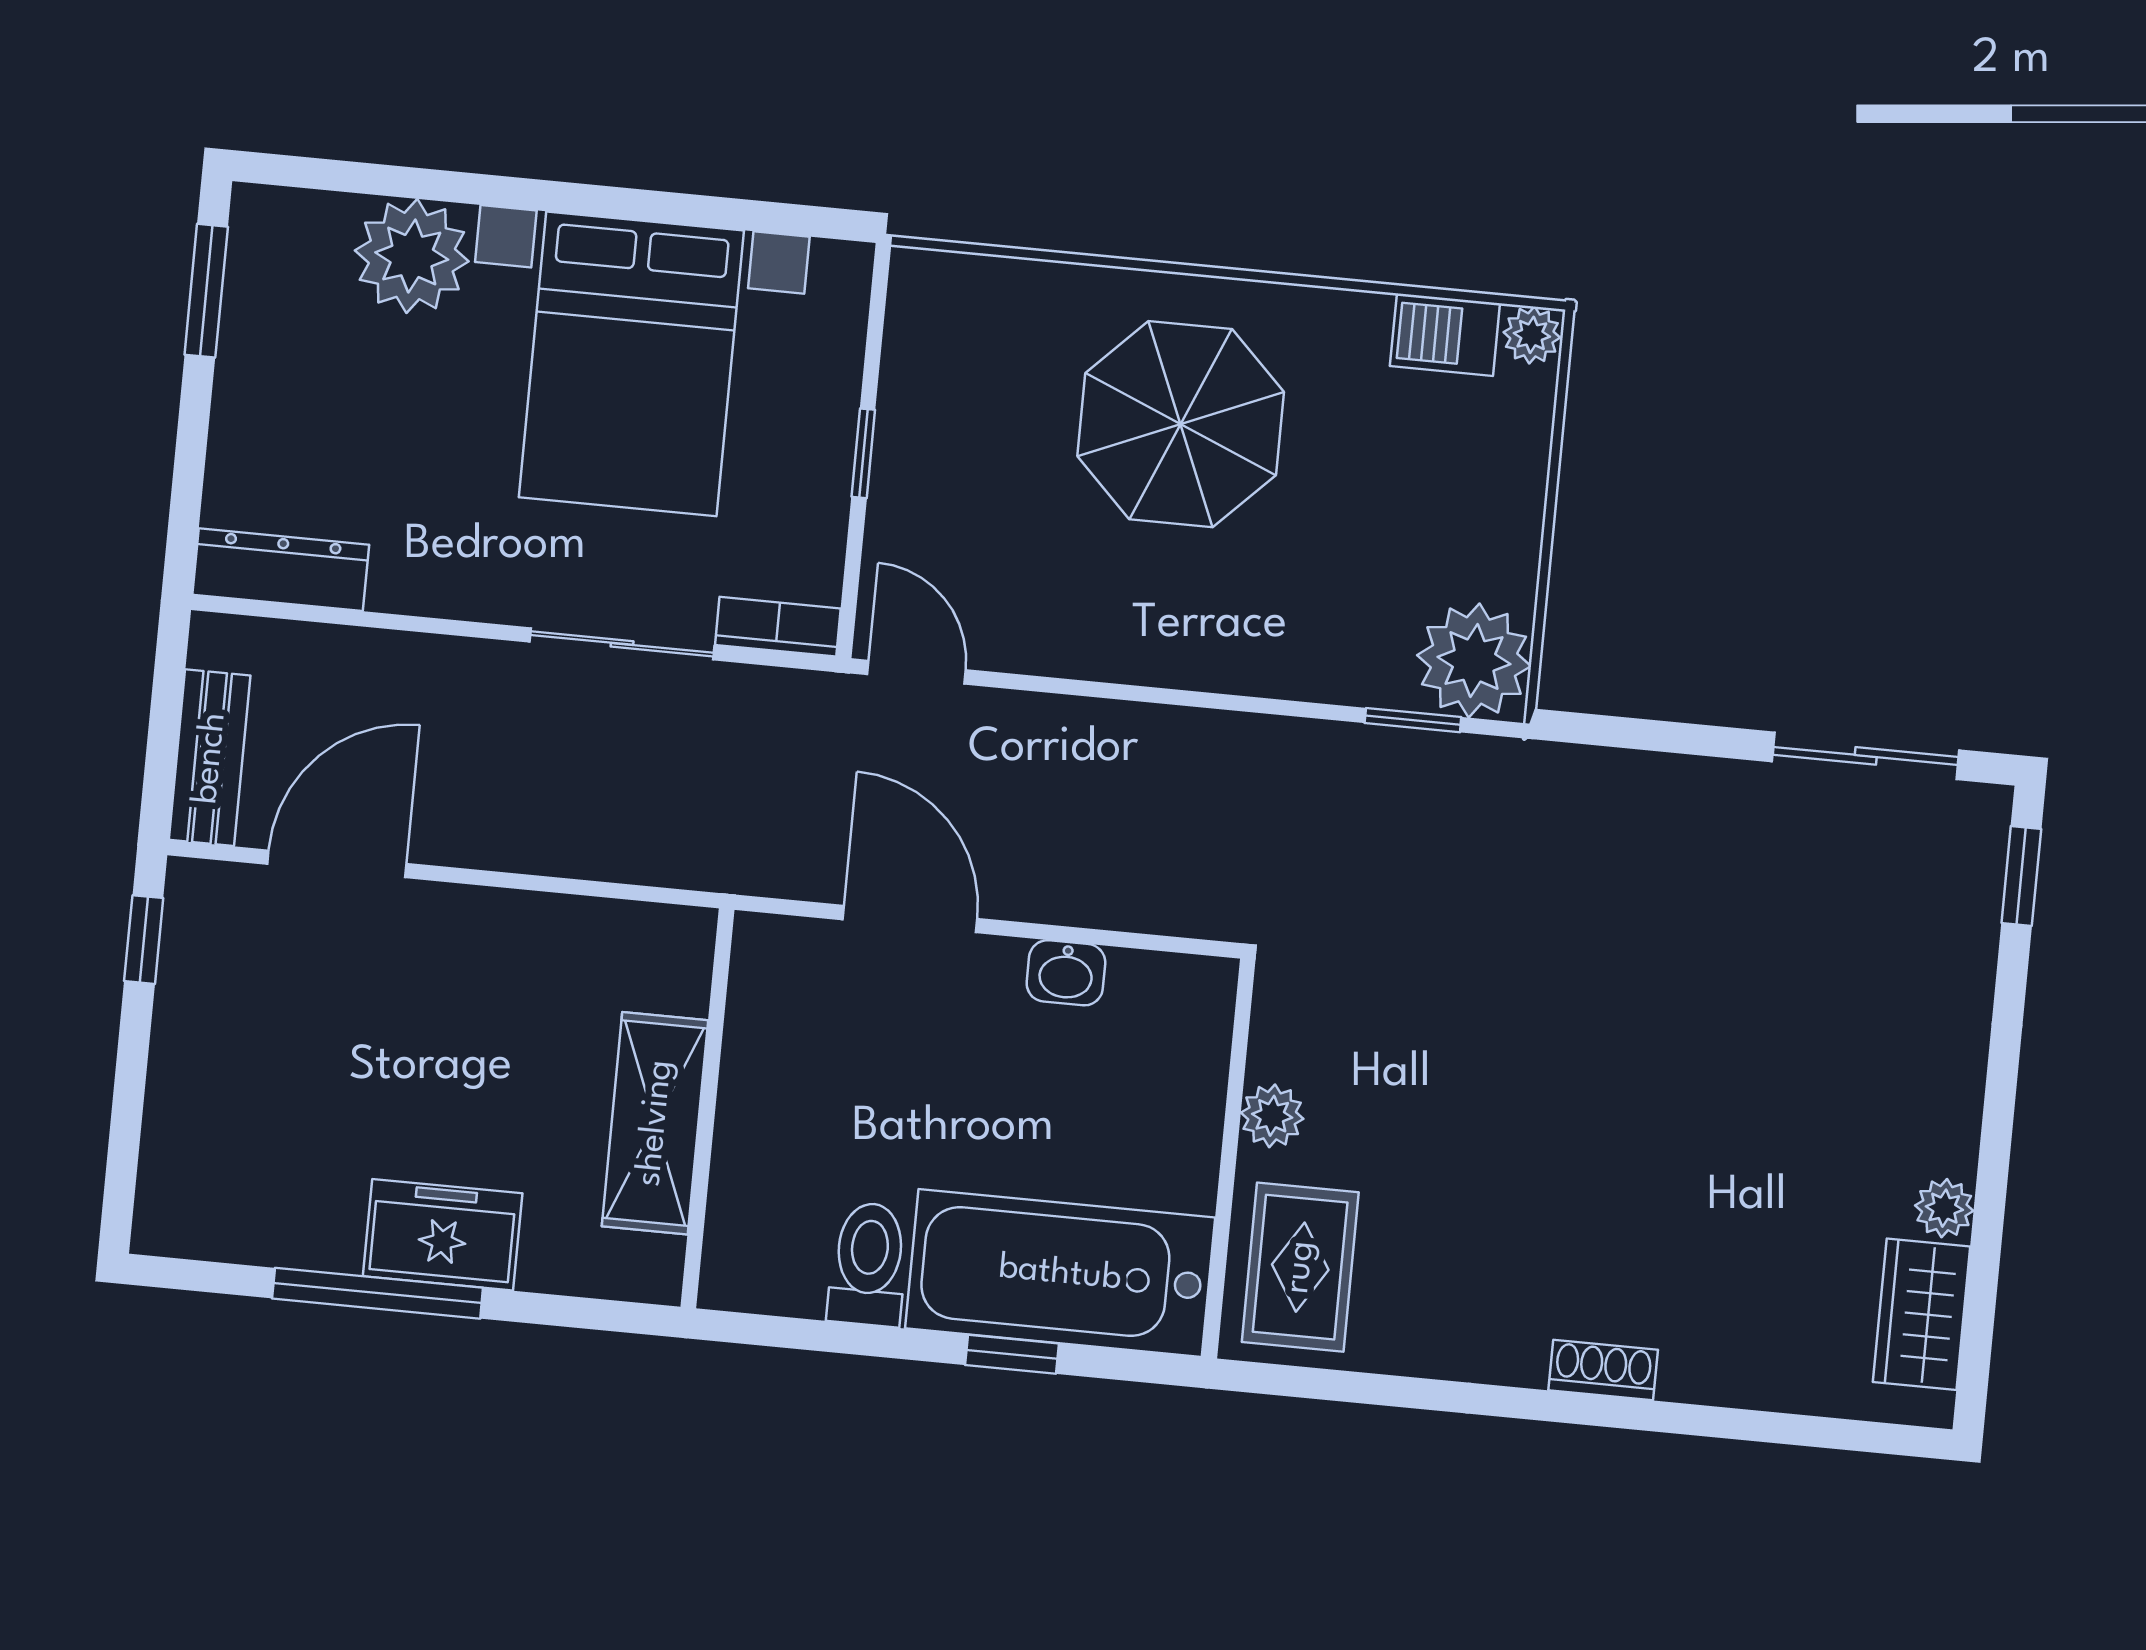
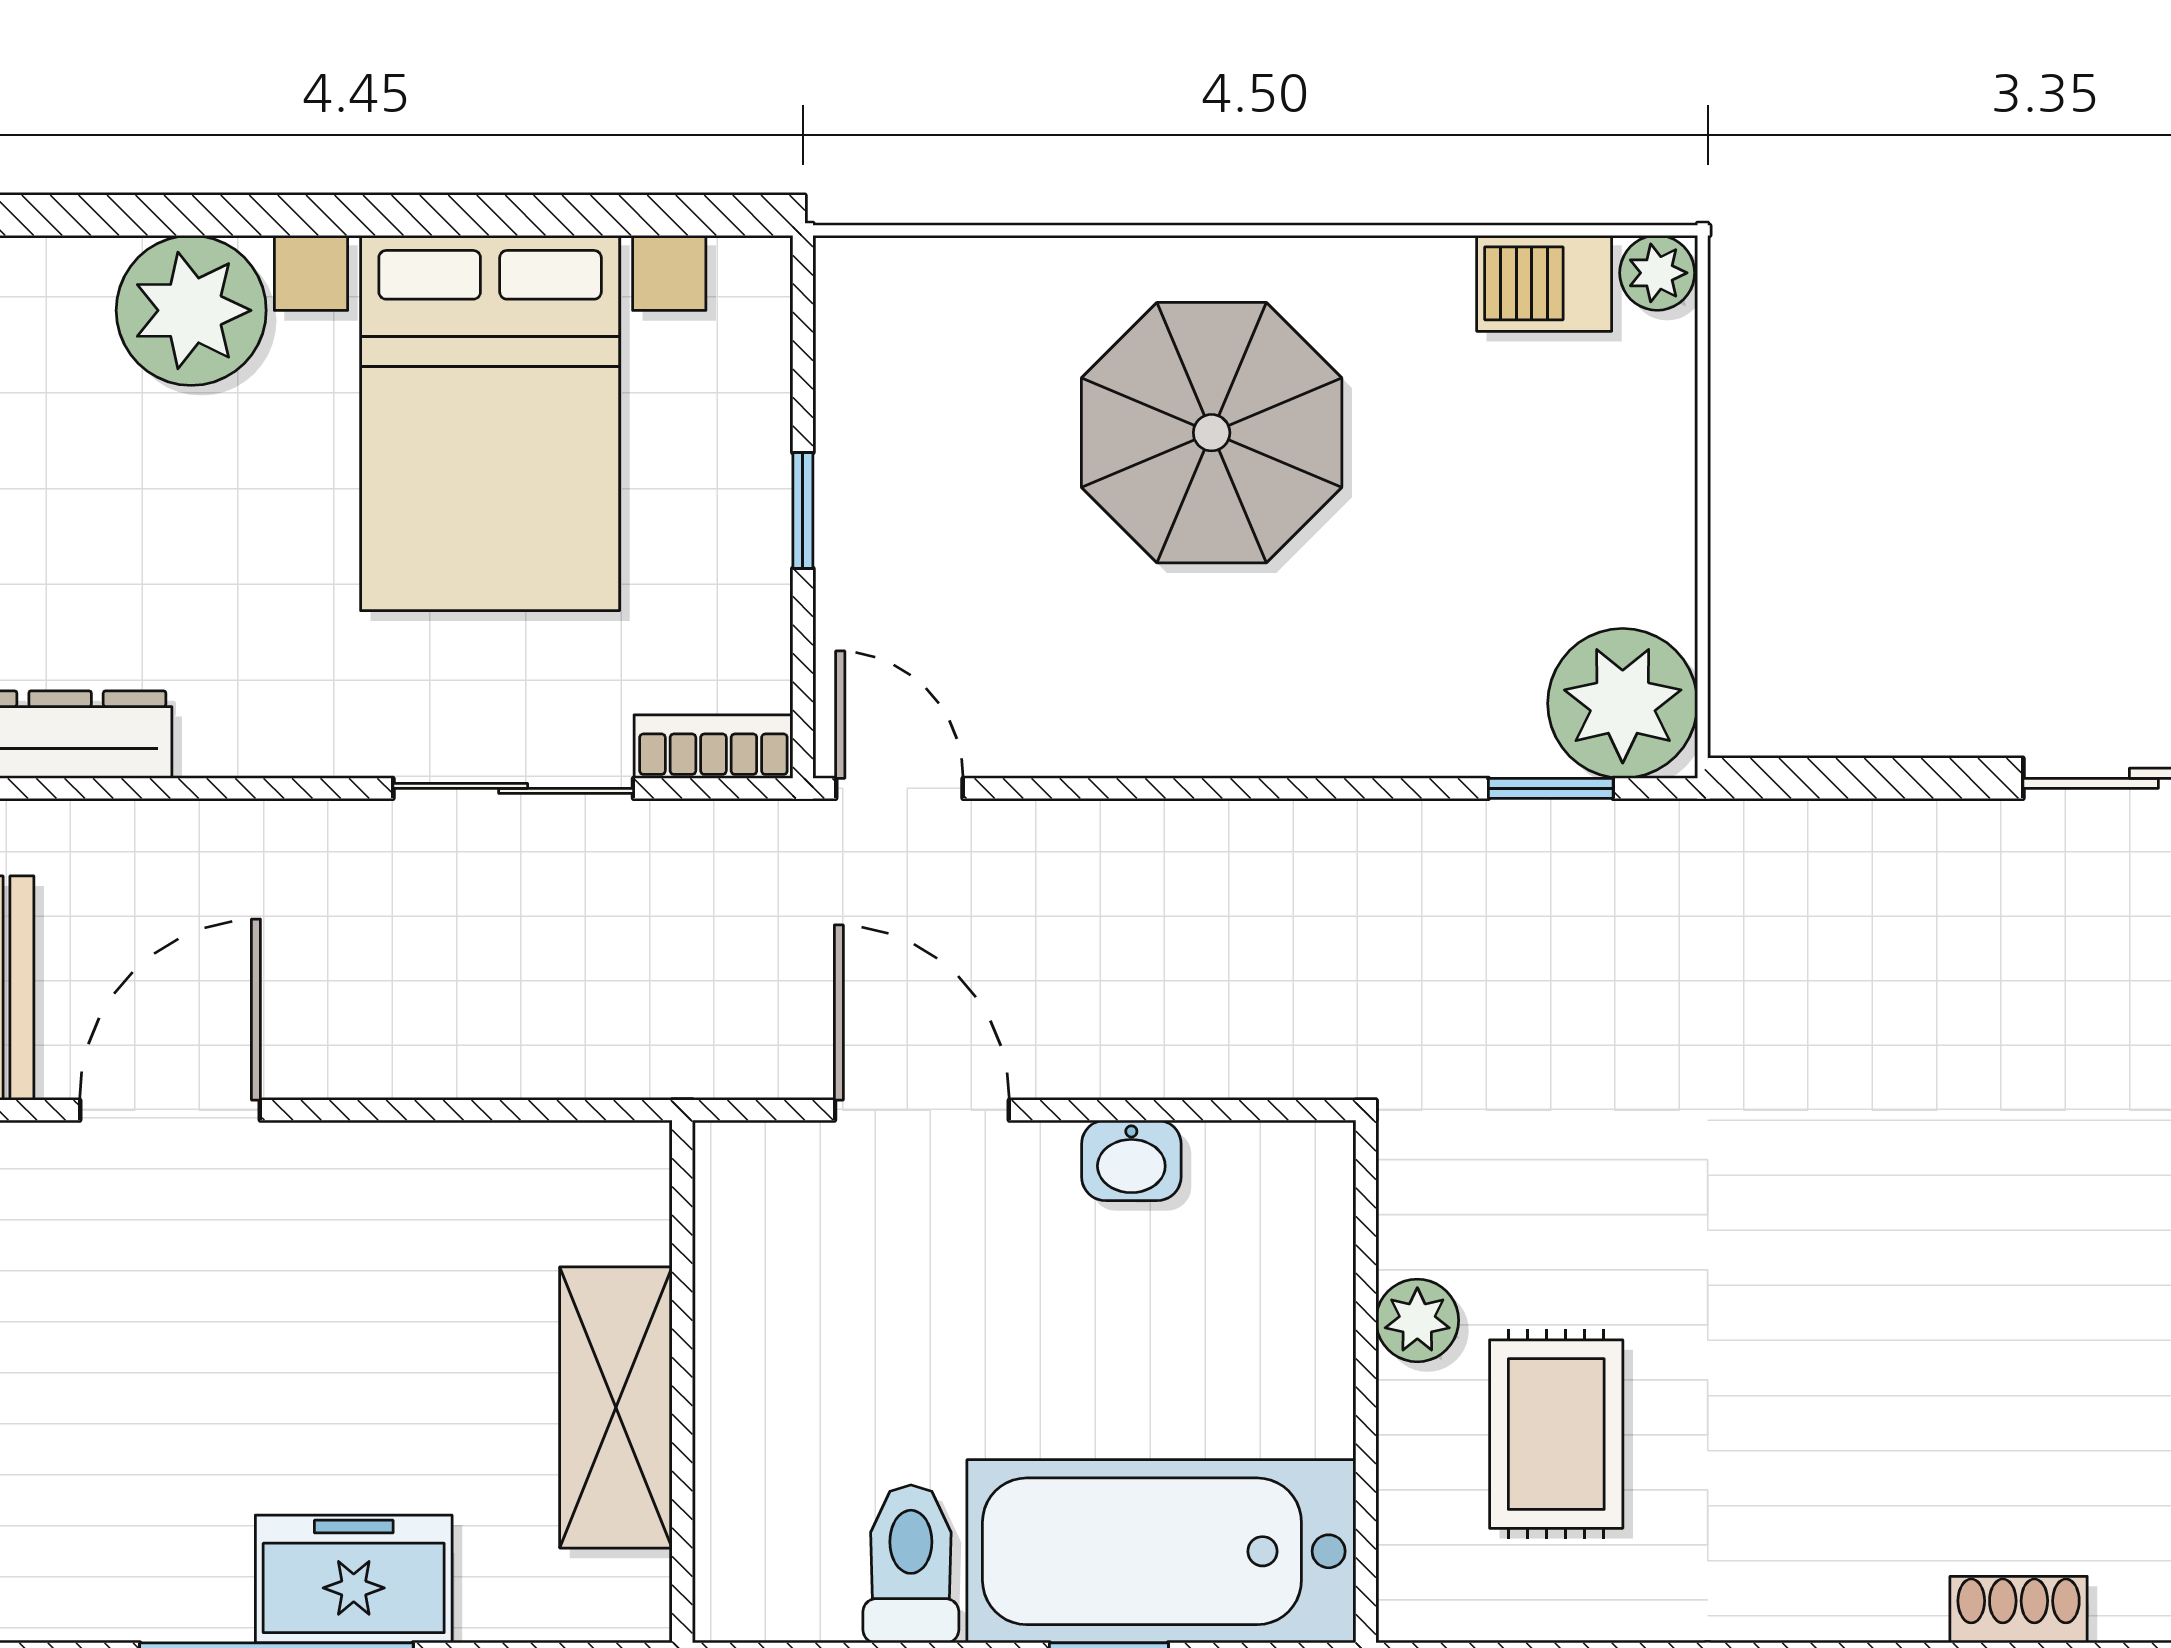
rug: (1300, 1267) -> (1556, 1434), moved
shoe rack: (1603, 1370) -> (2019, 1610), moved

